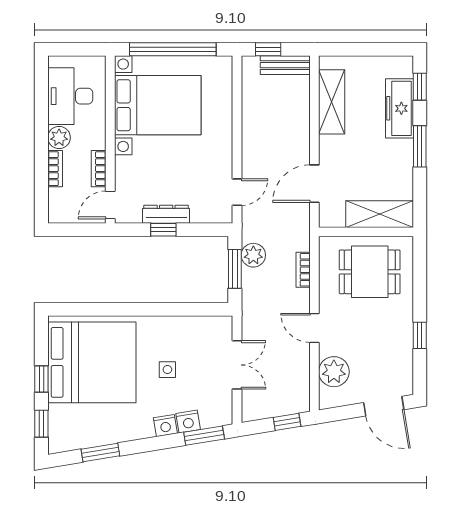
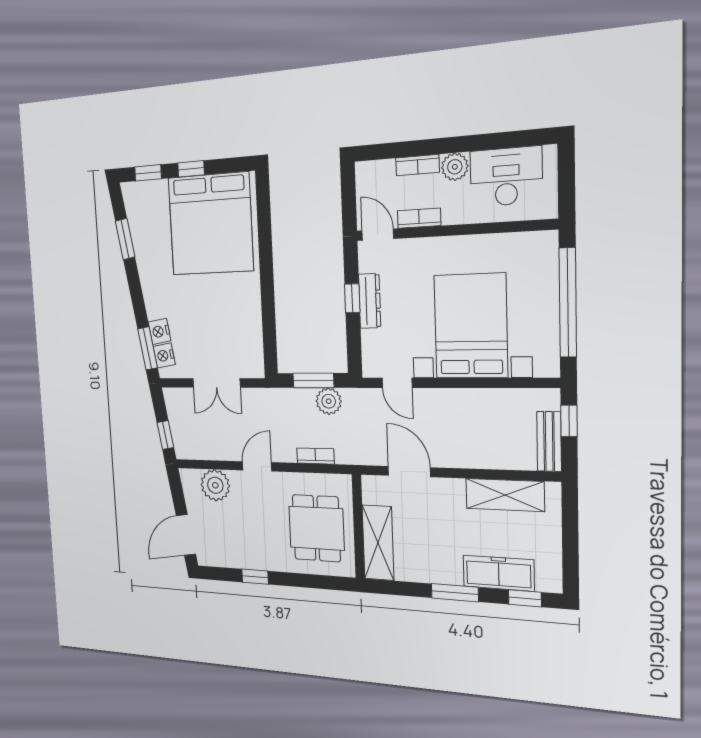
bed with nightstands: (158, 105) -> (471, 326), moved, turned 180
side table: (167, 370) -> (208, 308), removed
nightstand: (165, 426) -> (164, 355), moved

